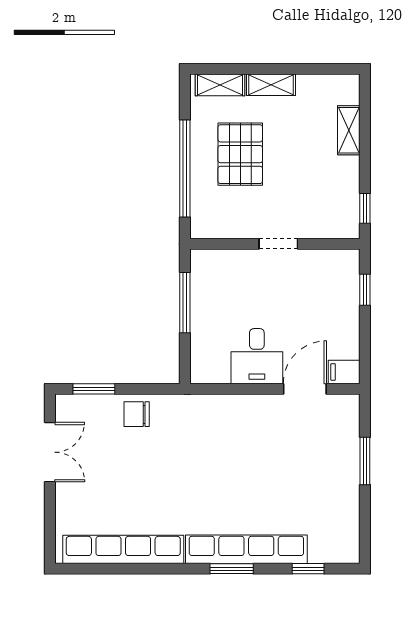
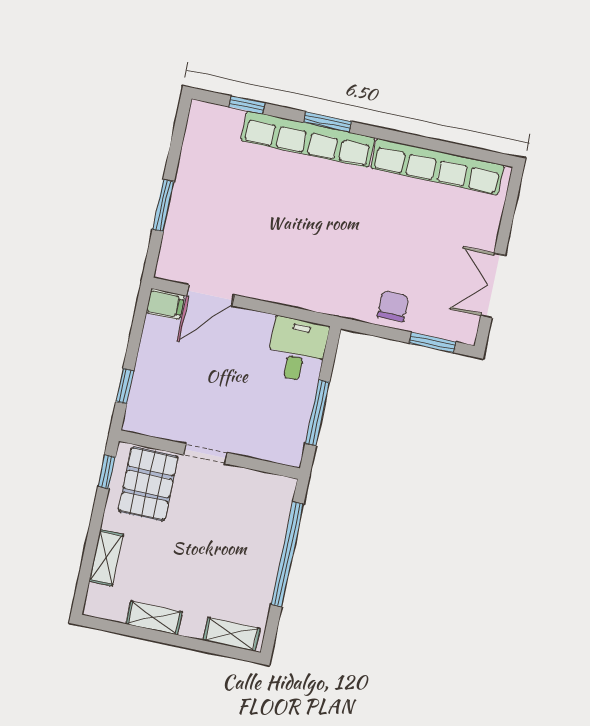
shelving: (271, 85) -> (154, 618), moved
pallet: (240, 154) -> (148, 484), moved
desk: (257, 356) -> (297, 350), moved
chair: (137, 414) -> (393, 306), turned -90

